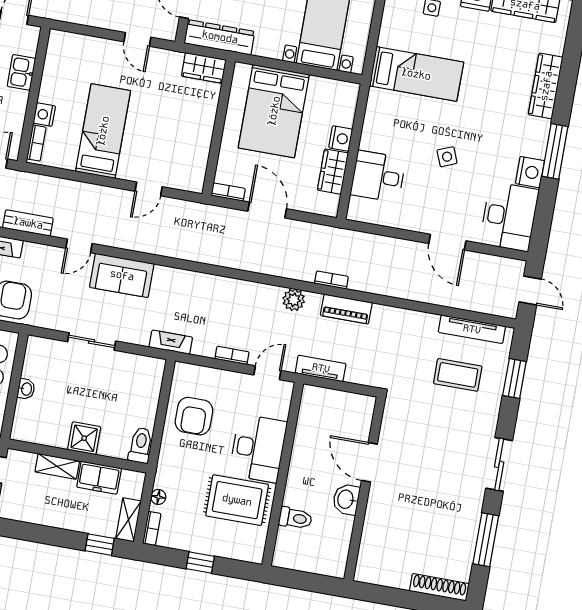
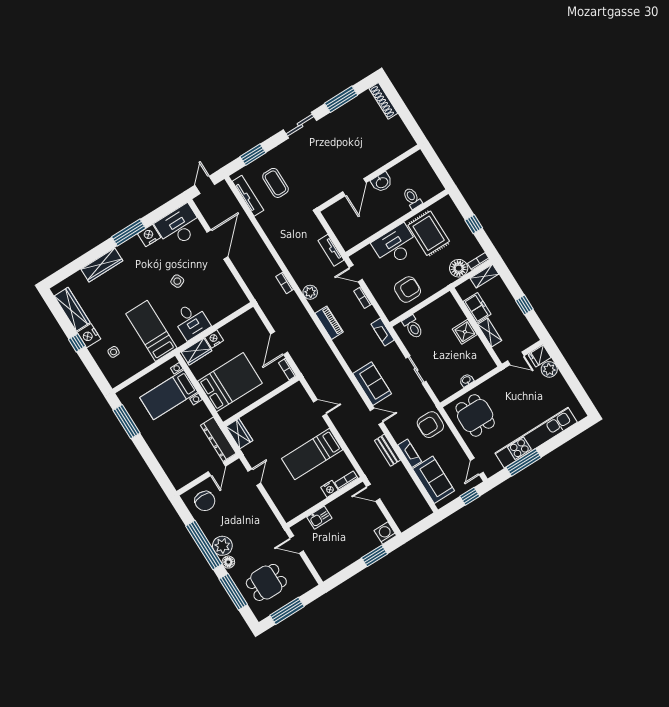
wardrobe: (333, 172) -> (196, 351), moved
desk: (378, 176) -> (191, 321), moved
door: (447, 242) -> (217, 244), width x1.36
piano: (346, 309) -> (329, 323), moved
toilet: (141, 445) -> (413, 327), moved, turned -90
floor lamp: (158, 497) -> (459, 268), width x1.89, depth x1.89
window: (100, 545) -> (524, 305), moved

